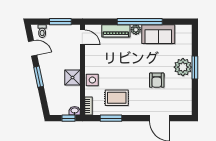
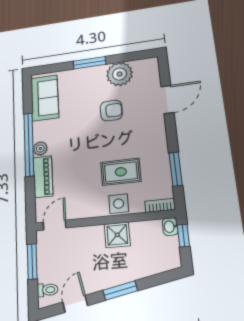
sofa: (158, 34) -> (45, 98), moved
plant: (183, 67) -> (120, 74), moved
rug: (117, 98) -> (121, 172), moved, turned 90

